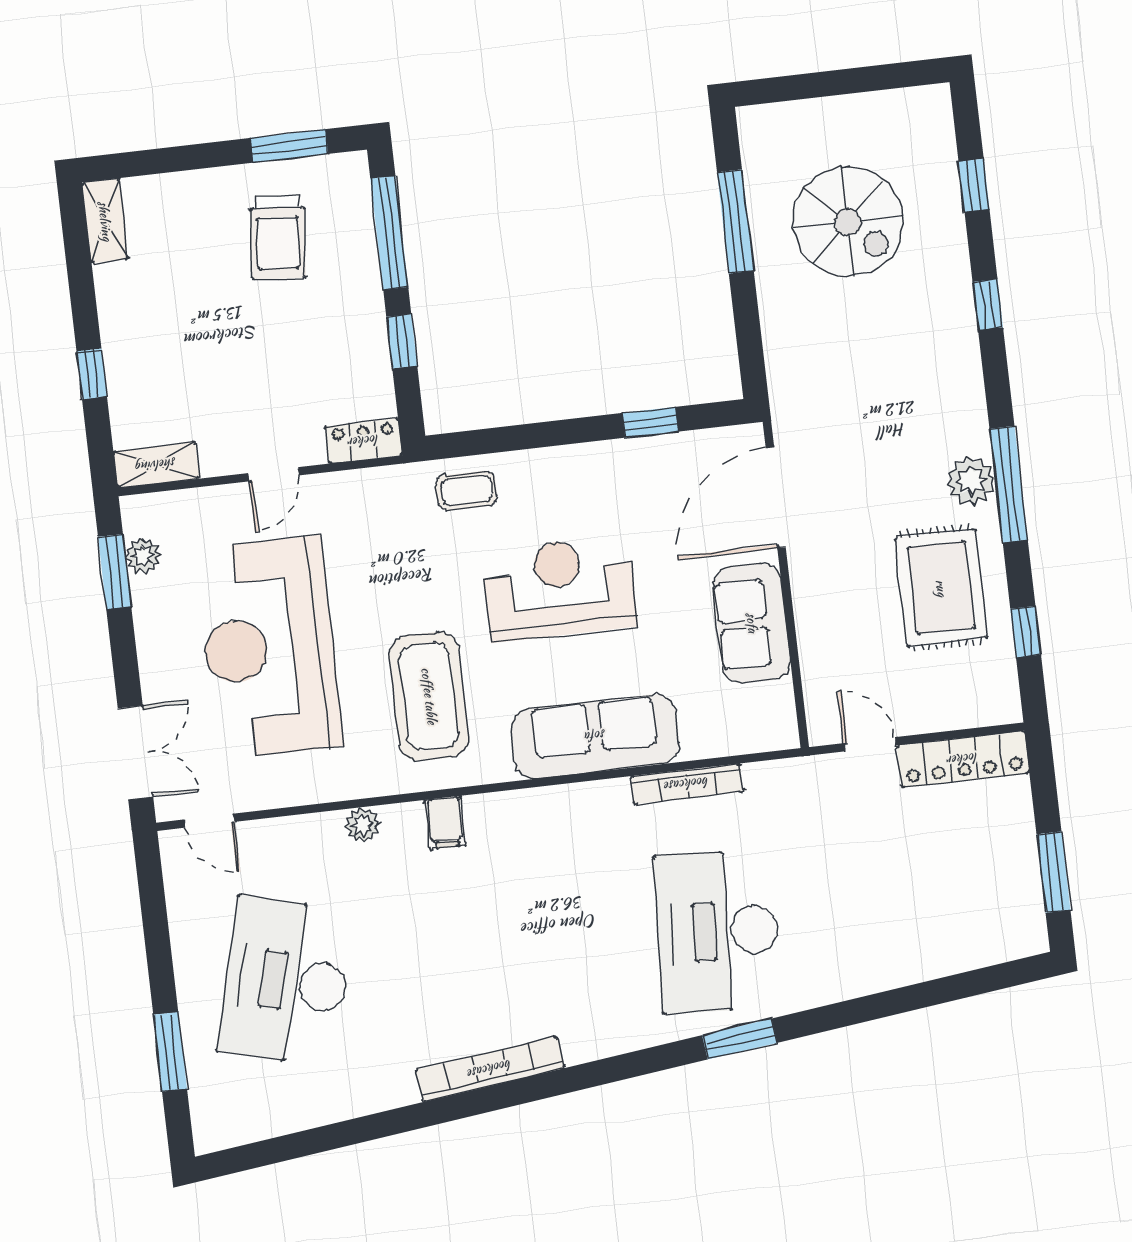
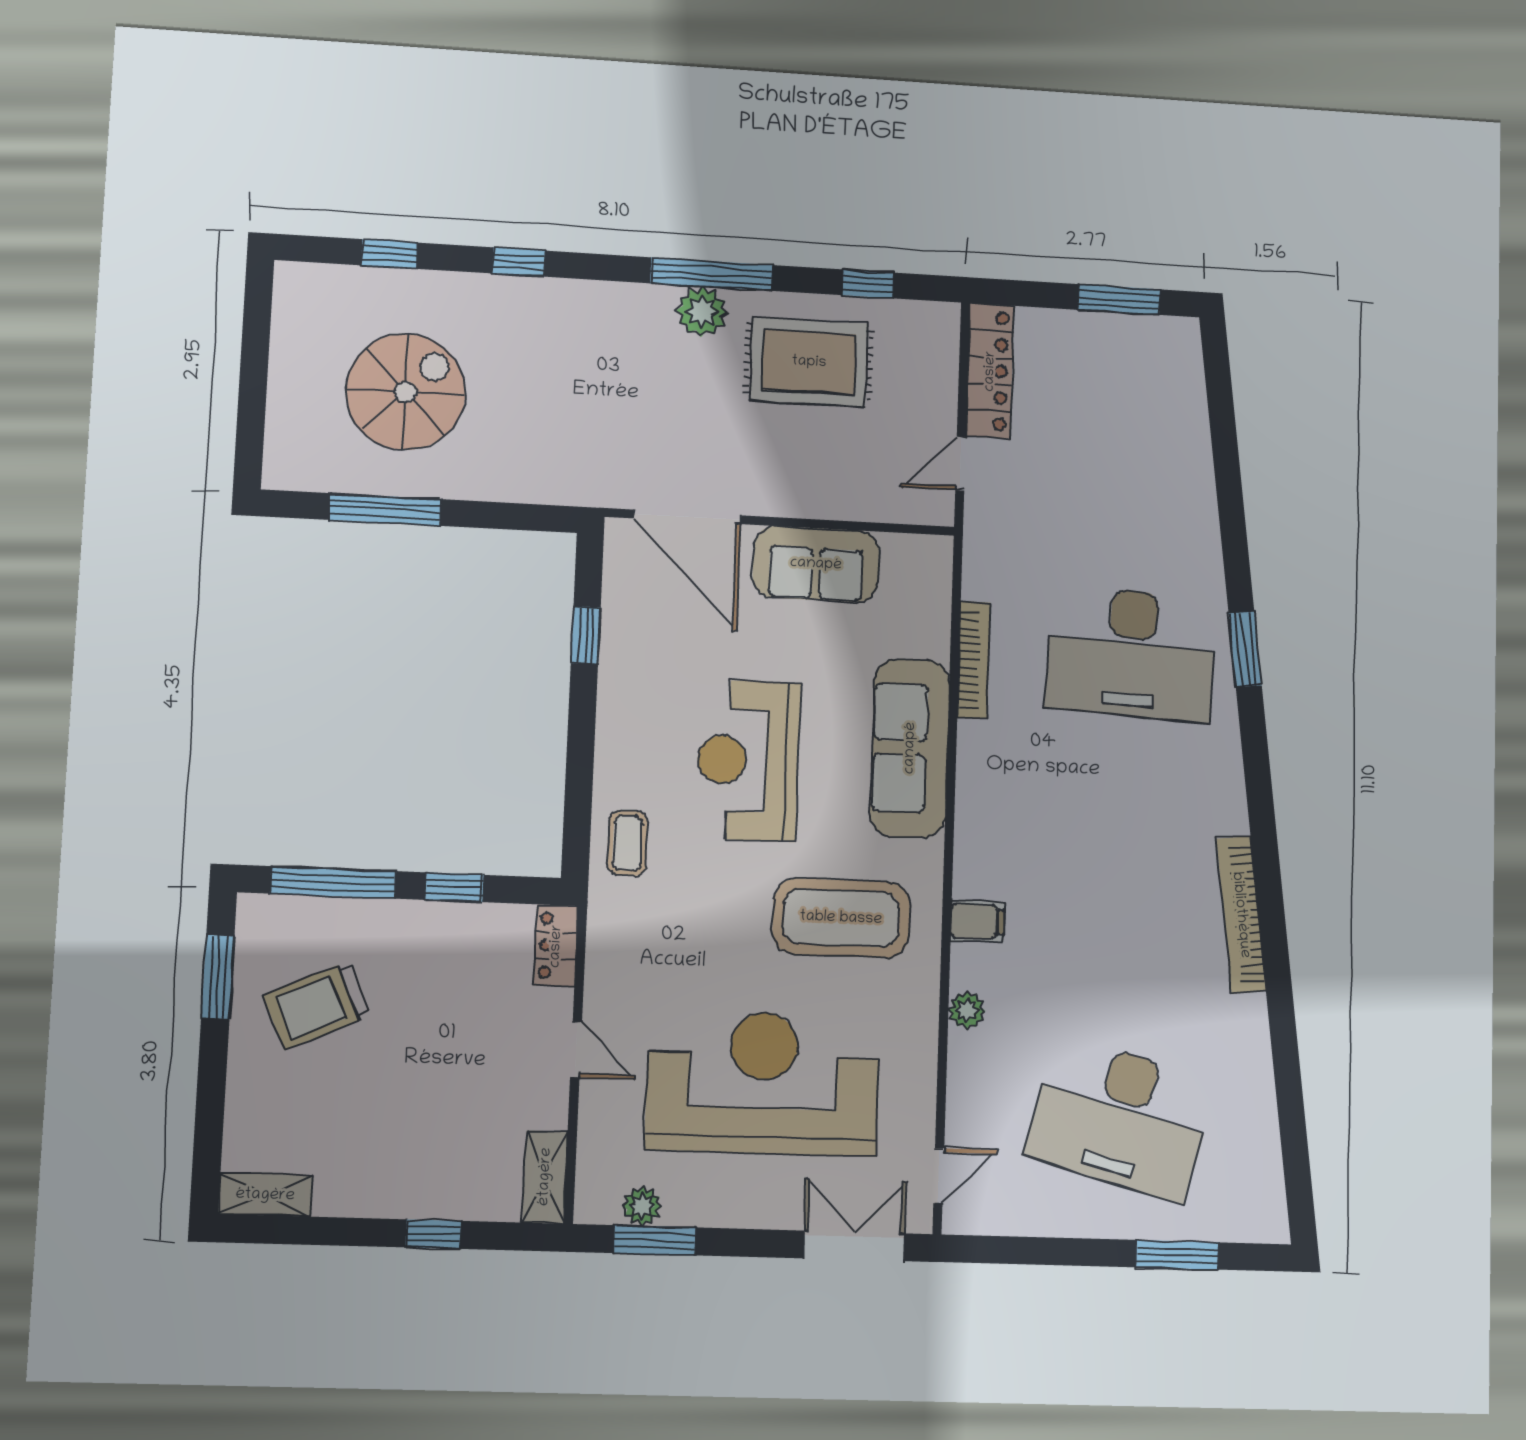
trolley: (278, 237) -> (317, 1005), turned 151
reception desk: (269, 648) -> (763, 1083), turned 180

